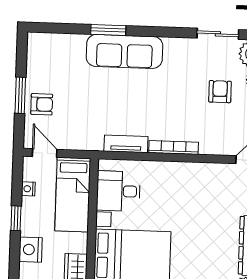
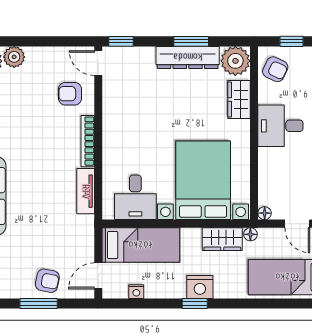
armchair: (220, 92) -> (70, 94), moved
armchair: (42, 104) -> (47, 281), turned 101
window: (16, 218) -> (195, 303), moved

